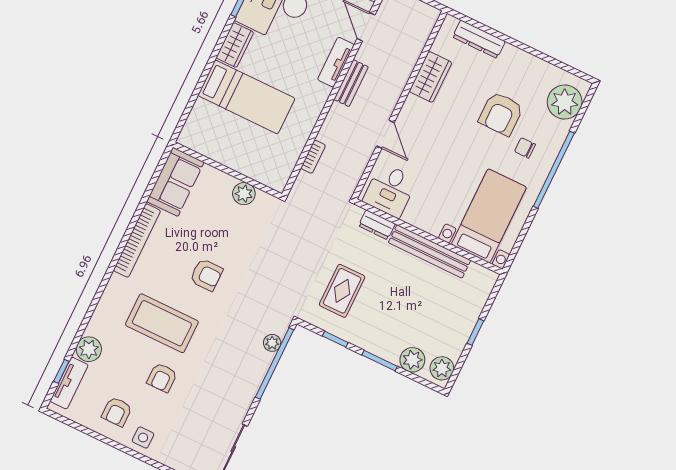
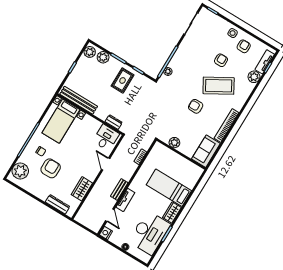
bench: (430, 251) -> (79, 100), moved
rug: (342, 291) -> (123, 80), moved
coffee table: (162, 323) -> (219, 86), turned -30

